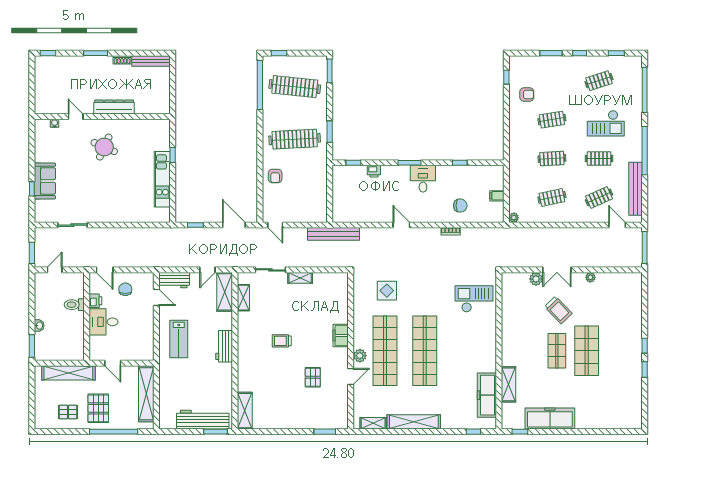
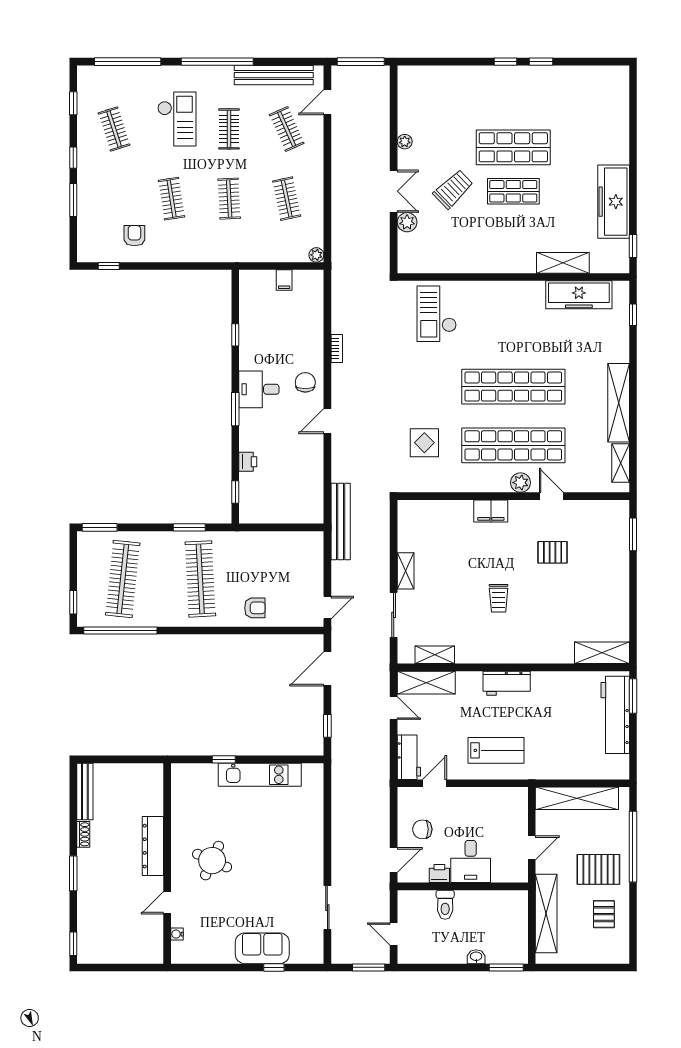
chair: (460, 206) -> (305, 382), moved

